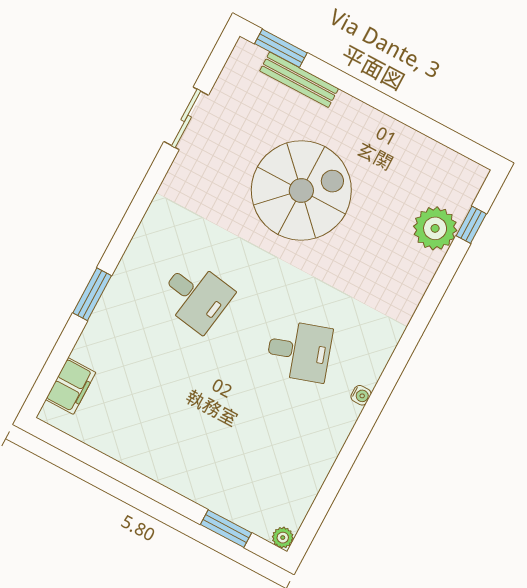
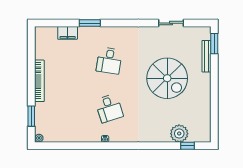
filing cabinet: (71, 386) -> (68, 33), moved
bookcase: (159, 470) -> (39, 81), added

